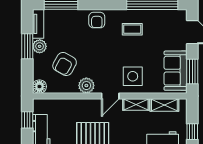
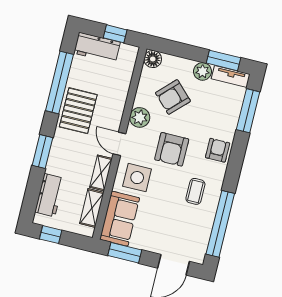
armchair: (97, 20) -> (218, 150), turned 90
window: (27, 46) -> (223, 60), moved
armchair: (105, 55) -> (172, 149), added
armchair: (65, 64) -> (173, 97), turned -74
sofa: (176, 71) -> (120, 219), moved, turned 90

